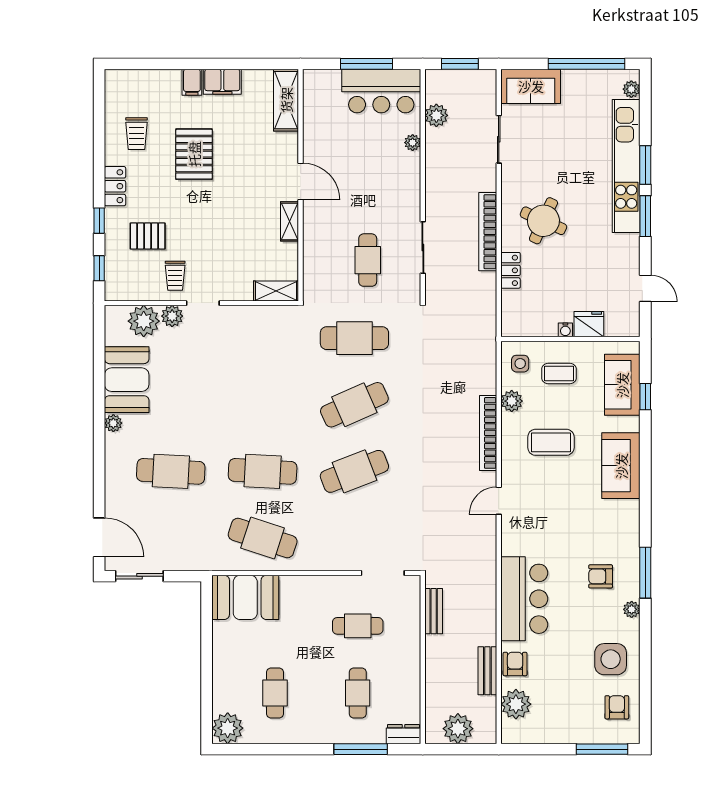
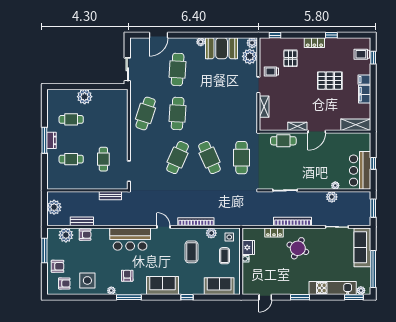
window: (146, 64) -> (373, 58), added
window: (366, 64) -> (373, 163), width x0.46
sofa: (531, 86) -> (362, 247), width x1.36
plant: (436, 115) -> (332, 197), moved
trolley: (136, 134) -> (362, 54), moved
window: (645, 165) -> (354, 297), moved
kitchen unit: (626, 166) -> (333, 288), width x0.73
window: (99, 221) -> (331, 35), moved
cafe table: (368, 260) -> (283, 141), moved
shelving: (276, 291) -> (264, 107), moved
plant: (172, 316) -> (252, 43), moved
fridge: (589, 324) -> (248, 248), moved
window: (645, 397) -> (187, 297), moved
sofa: (621, 466) -> (162, 285), moved
cafe table: (354, 471) -> (178, 158), turned 45
door: (99, 537) -> (159, 35), moved
sliding door: (139, 576) -> (127, 69), moved
booth: (245, 597) -> (117, 105), removed
bar counter: (524, 599) -> (130, 239), moved
armchair: (581, 721) -> (58, 266), added
plant: (228, 728) -> (85, 97), moved
dresser: (403, 734) -> (51, 140), moved
window: (361, 749) -> (44, 140), moved
window: (602, 749) -> (44, 250), moved

